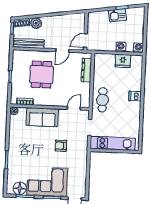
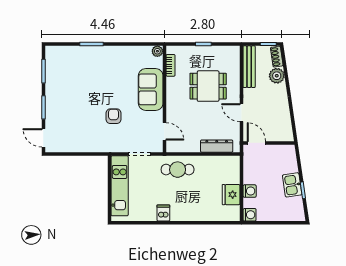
dishwasher: (135, 96) -> (163, 213), moved
corner sofa: (47, 182) -> (64, 100), removed
floor lamp: (20, 188) -> (54, 63), removed

